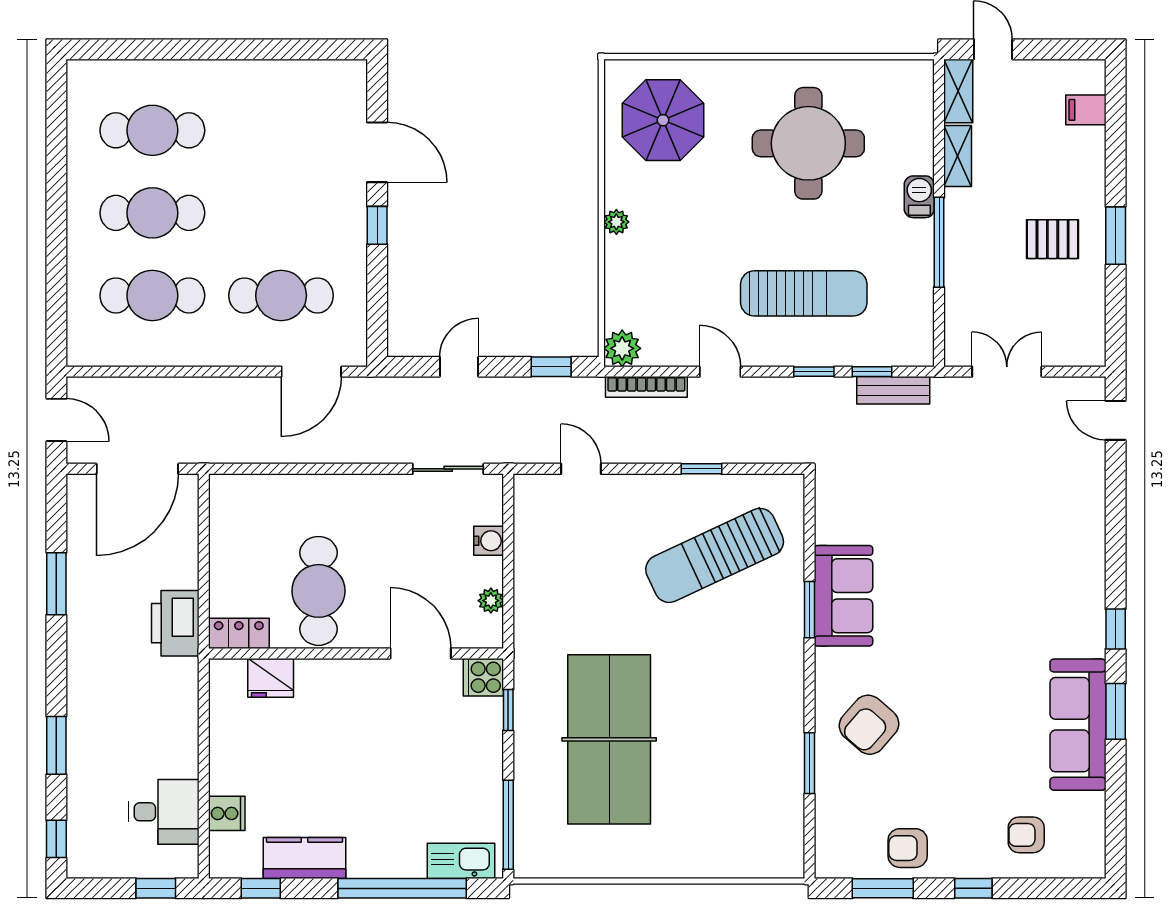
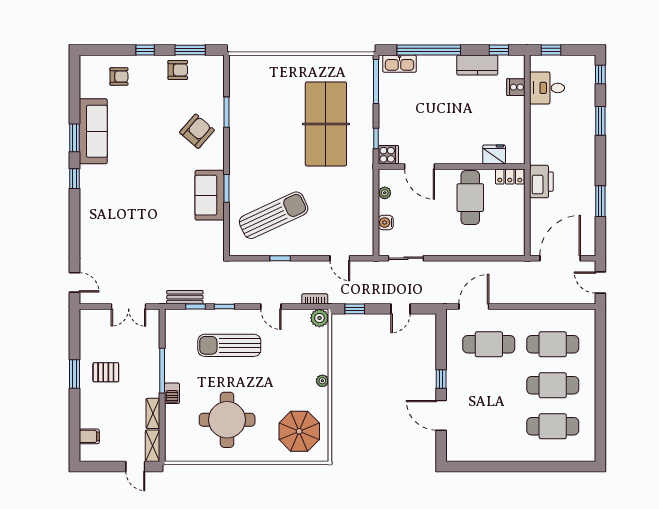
bookcase: (646, 387) -> (315, 299), width x0.64

